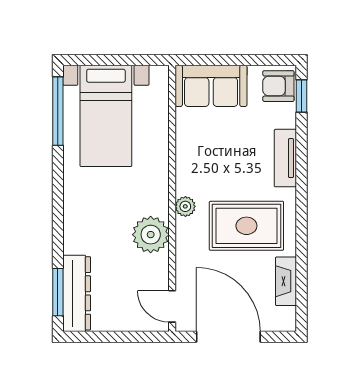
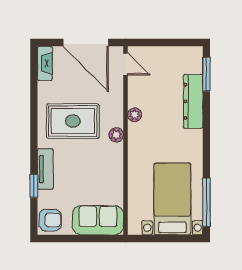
window: (302, 96) -> (34, 186), moved
plant: (151, 235) -> (135, 115), width x0.53, depth x0.53
fireplace: (286, 281) -> (45, 63), moved
dresser: (77, 293) -> (193, 101), moved

